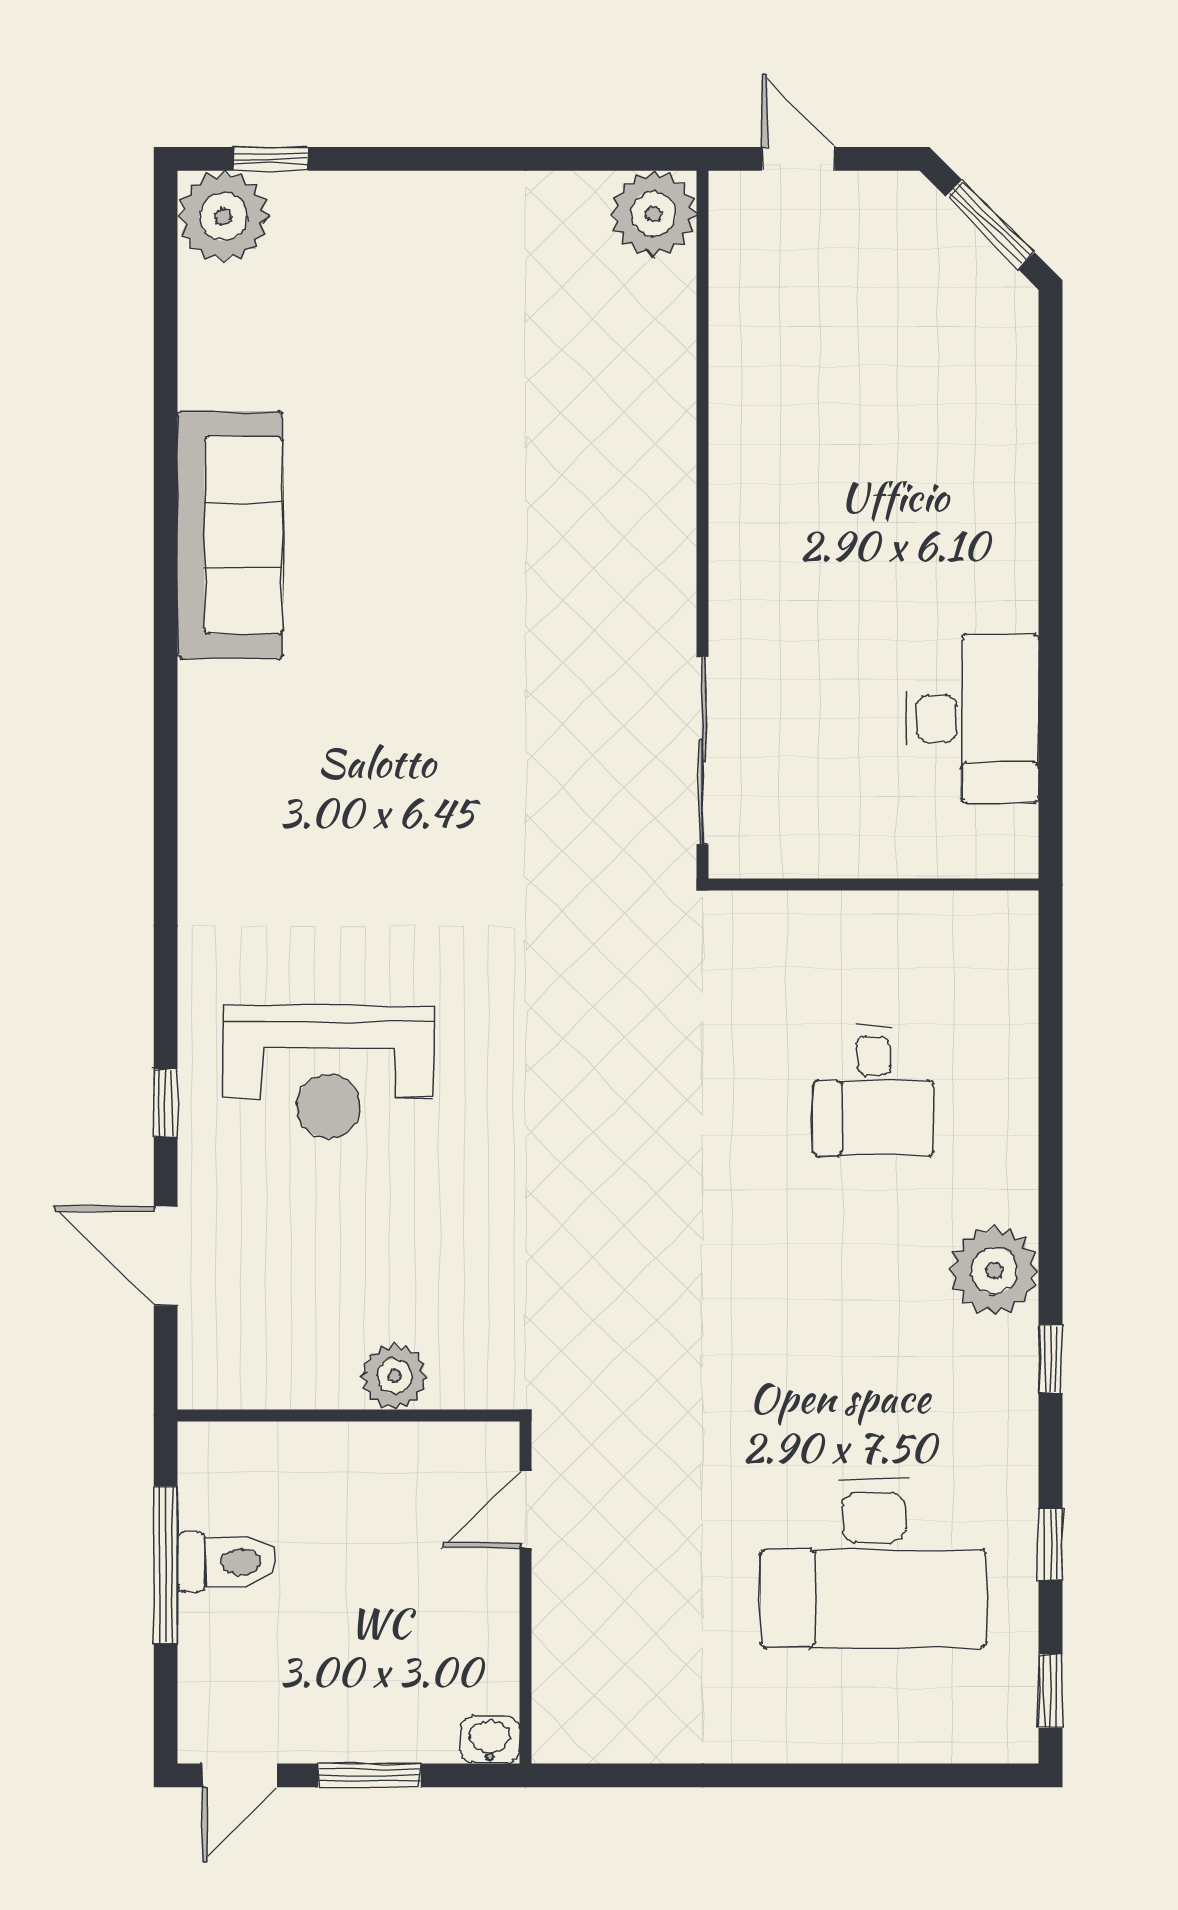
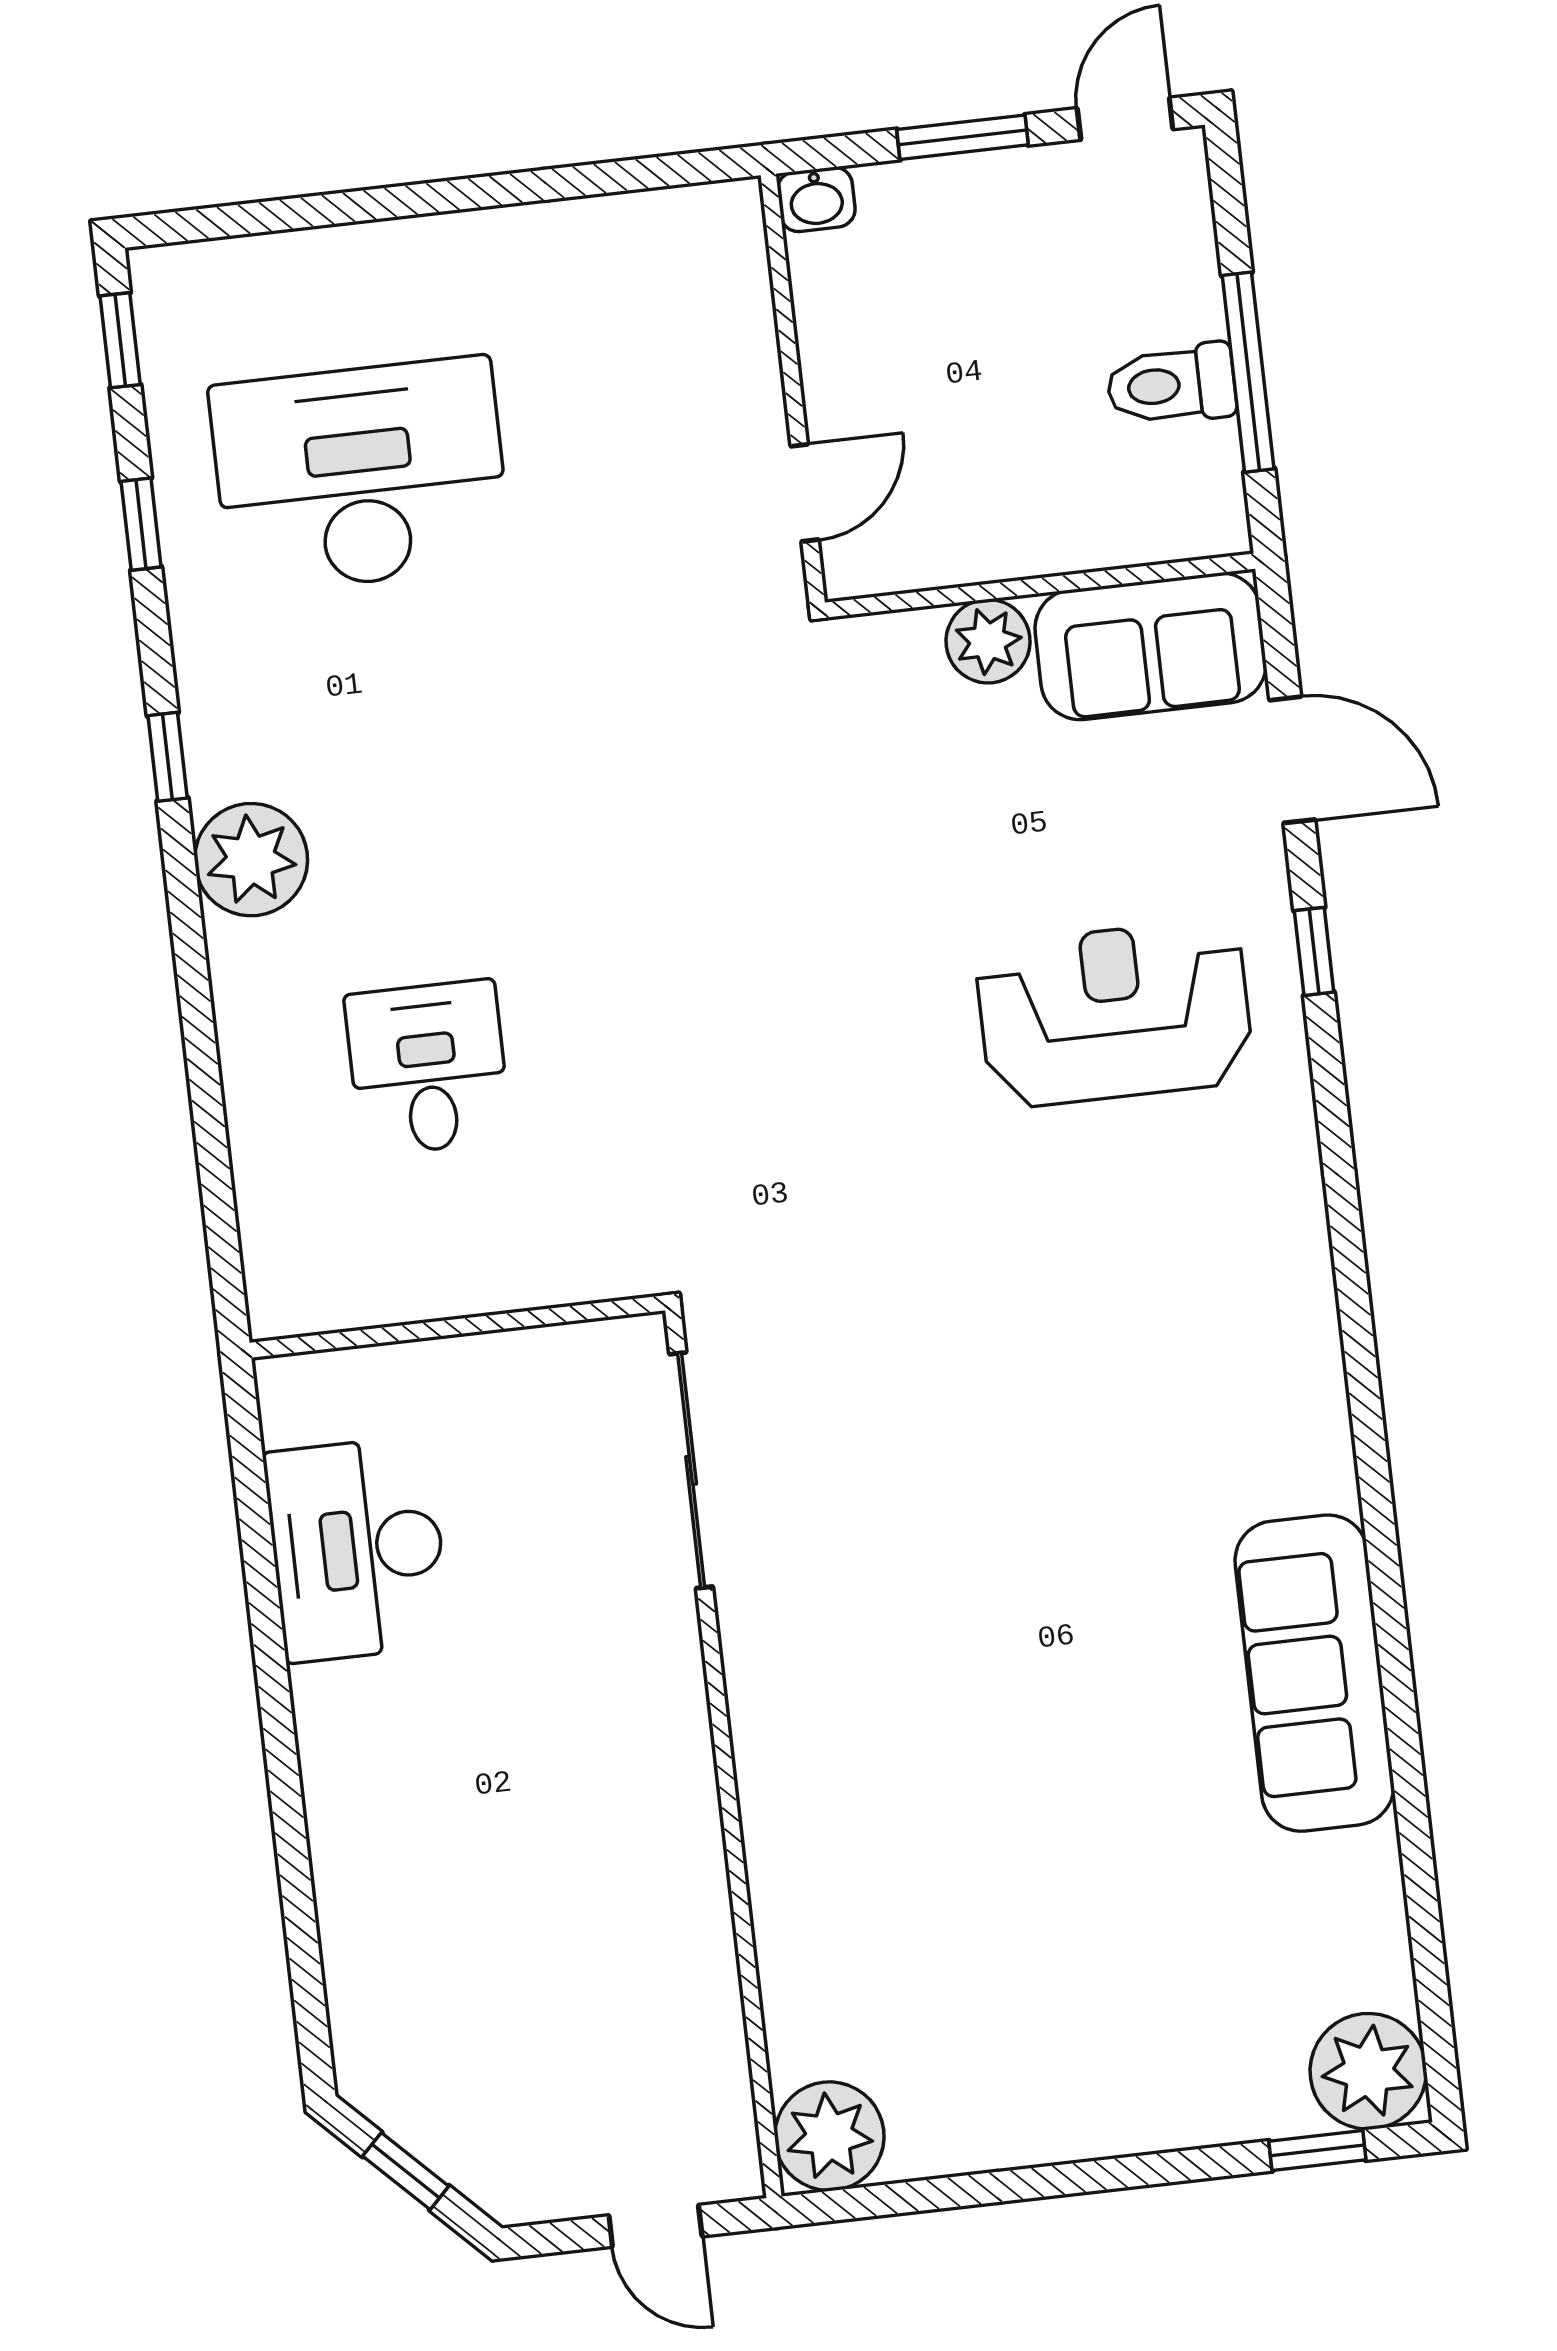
window: (990, 224) -> (406, 2171), width x0.67
sofa: (267, 1358) -> (1151, 646), added

